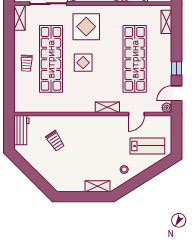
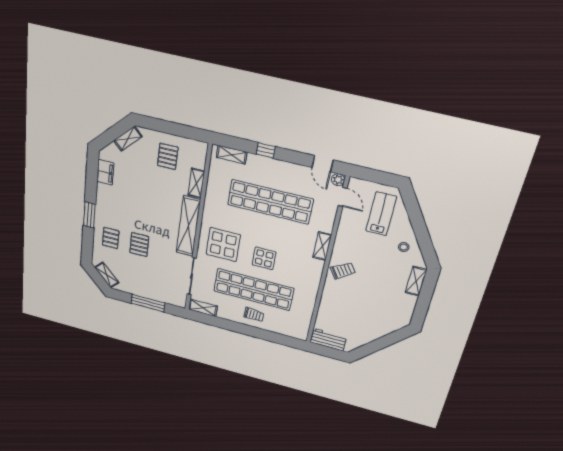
window: (177, 68) -> (266, 150), moved
door: (136, 114) -> (343, 197), moved
trolley: (55, 141) -> (343, 271), moved

